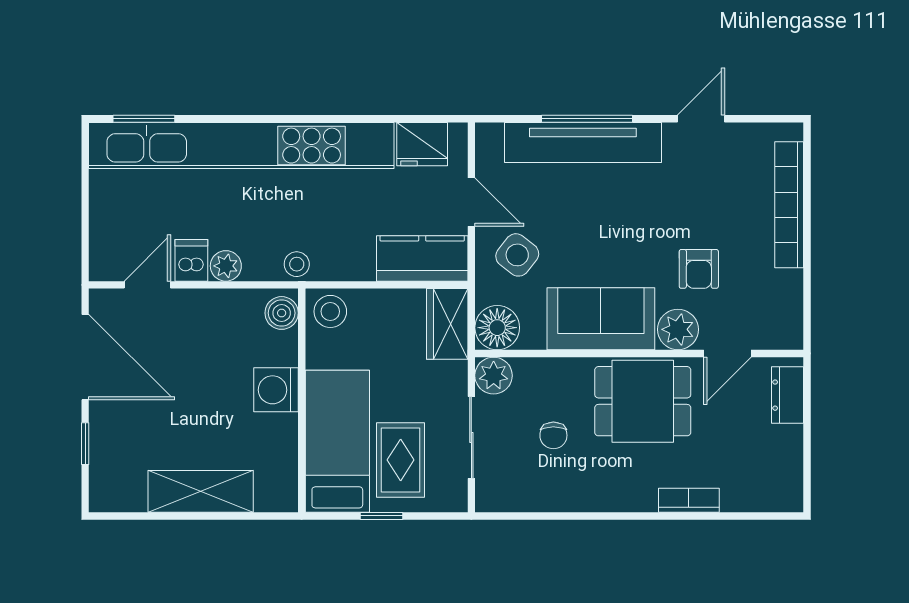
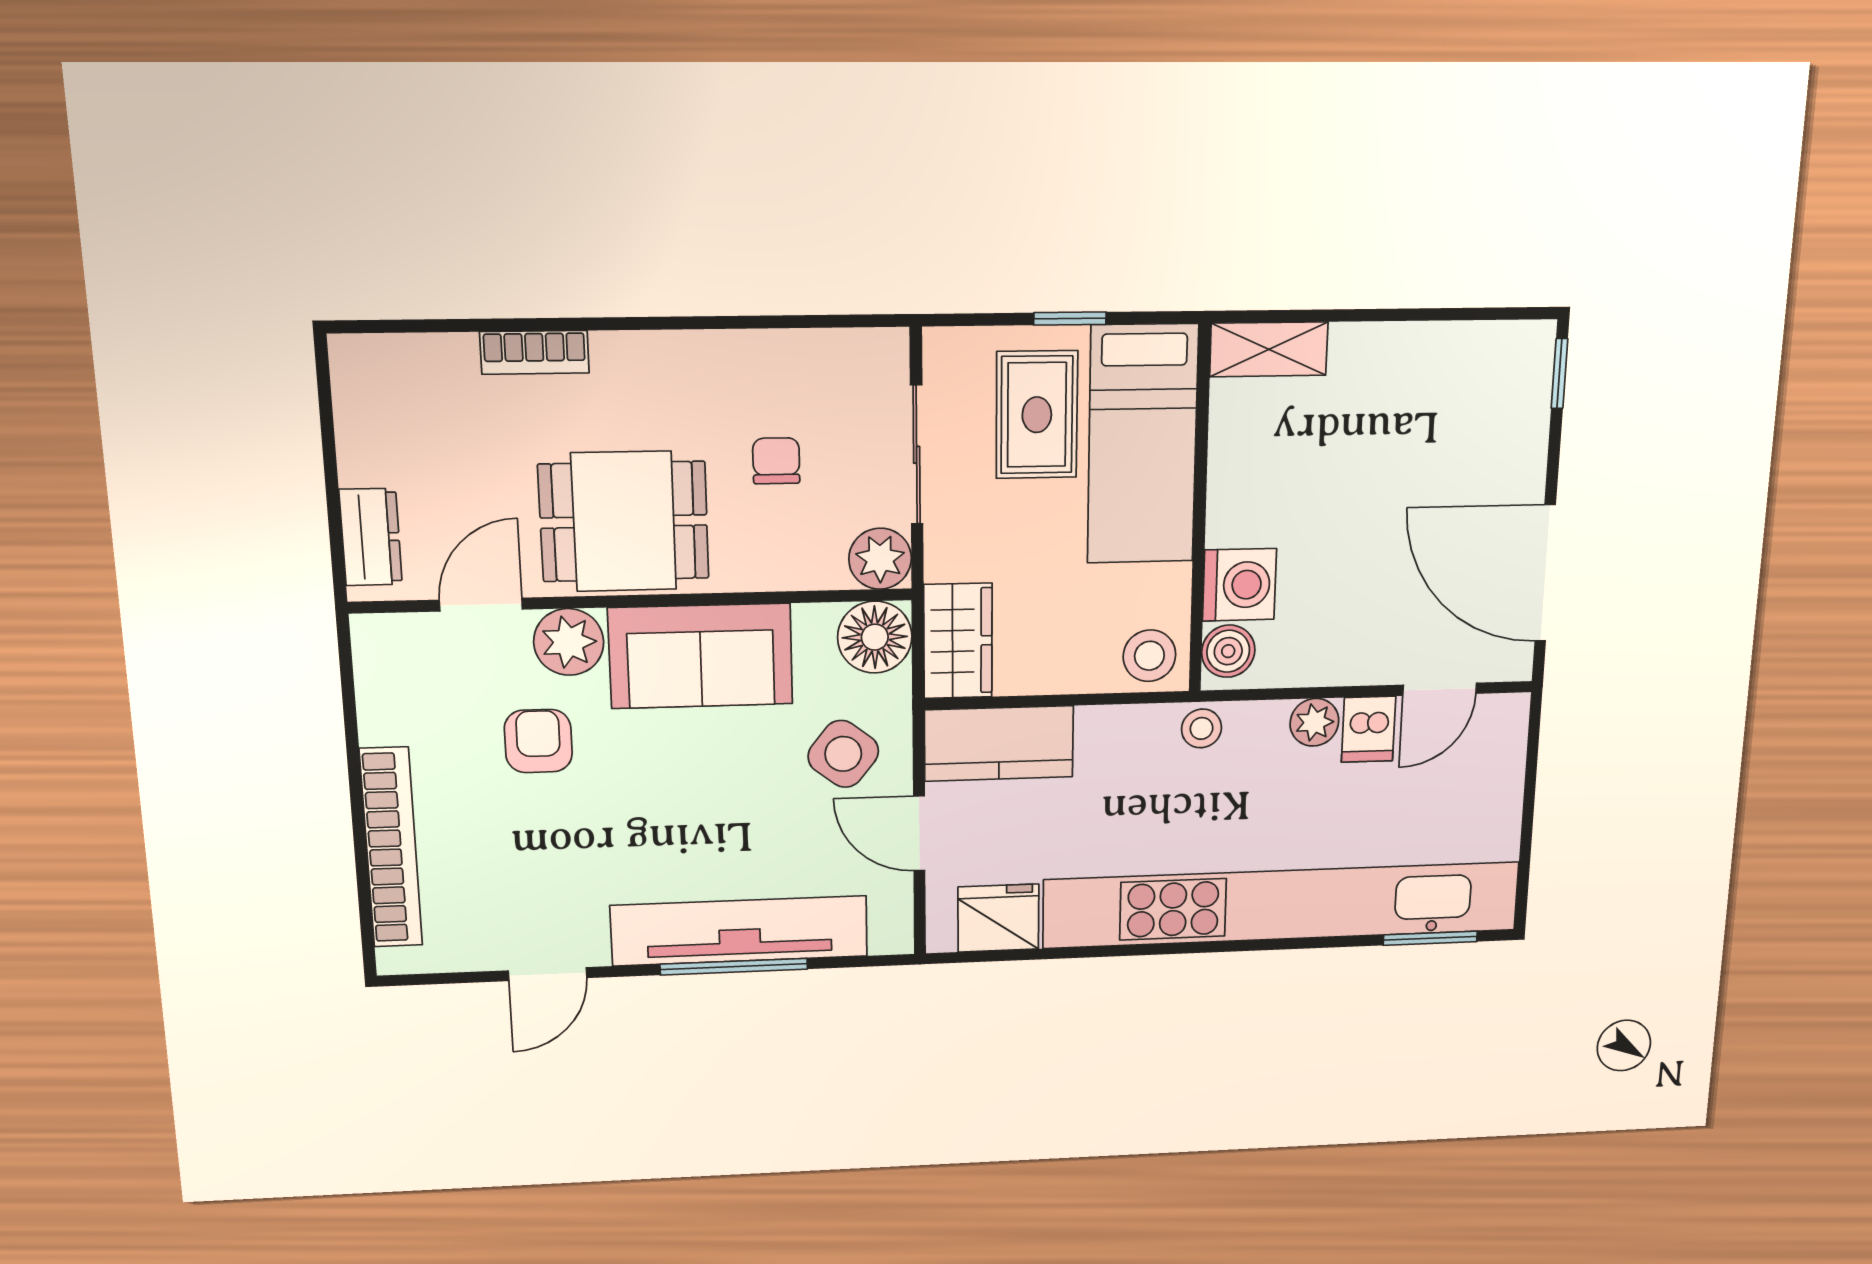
washing machine: (276, 390) -> (1239, 585), moved
window: (85, 444) -> (1559, 374), moved
shelving: (201, 491) -> (1269, 349), moved, width x0.67, depth x0.75

